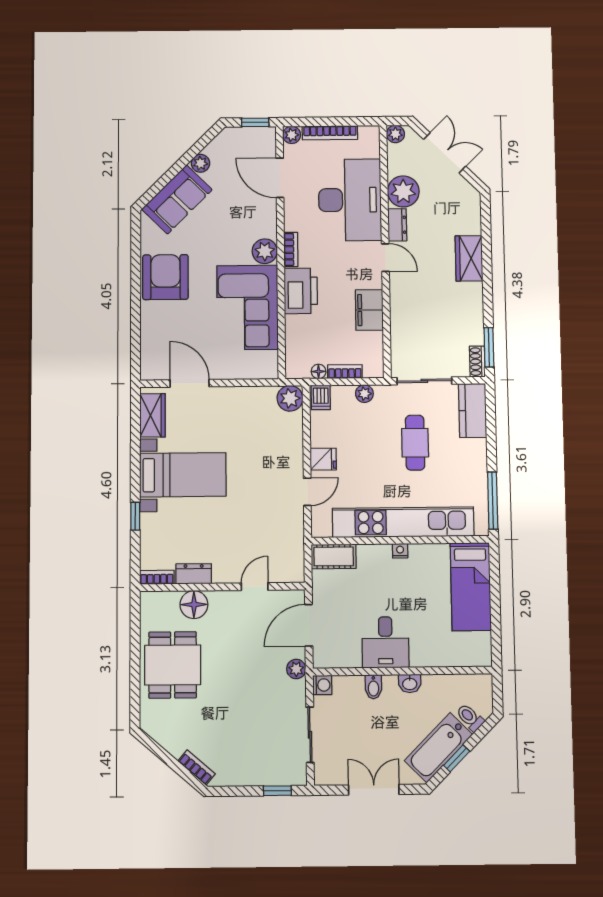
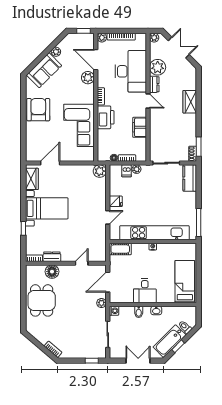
plant: (265, 251) -> (88, 78), moved
door: (190, 383) -> (50, 163), hinge flipped
dishwasher: (321, 397) -> (127, 171), moved
cafe table: (415, 443) -> (161, 194), removed
bed: (471, 587) -> (185, 282), moved, turned 180

